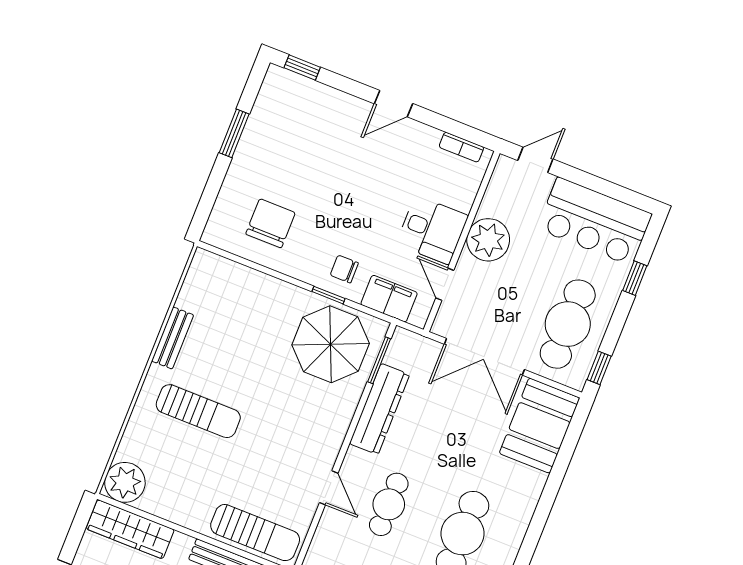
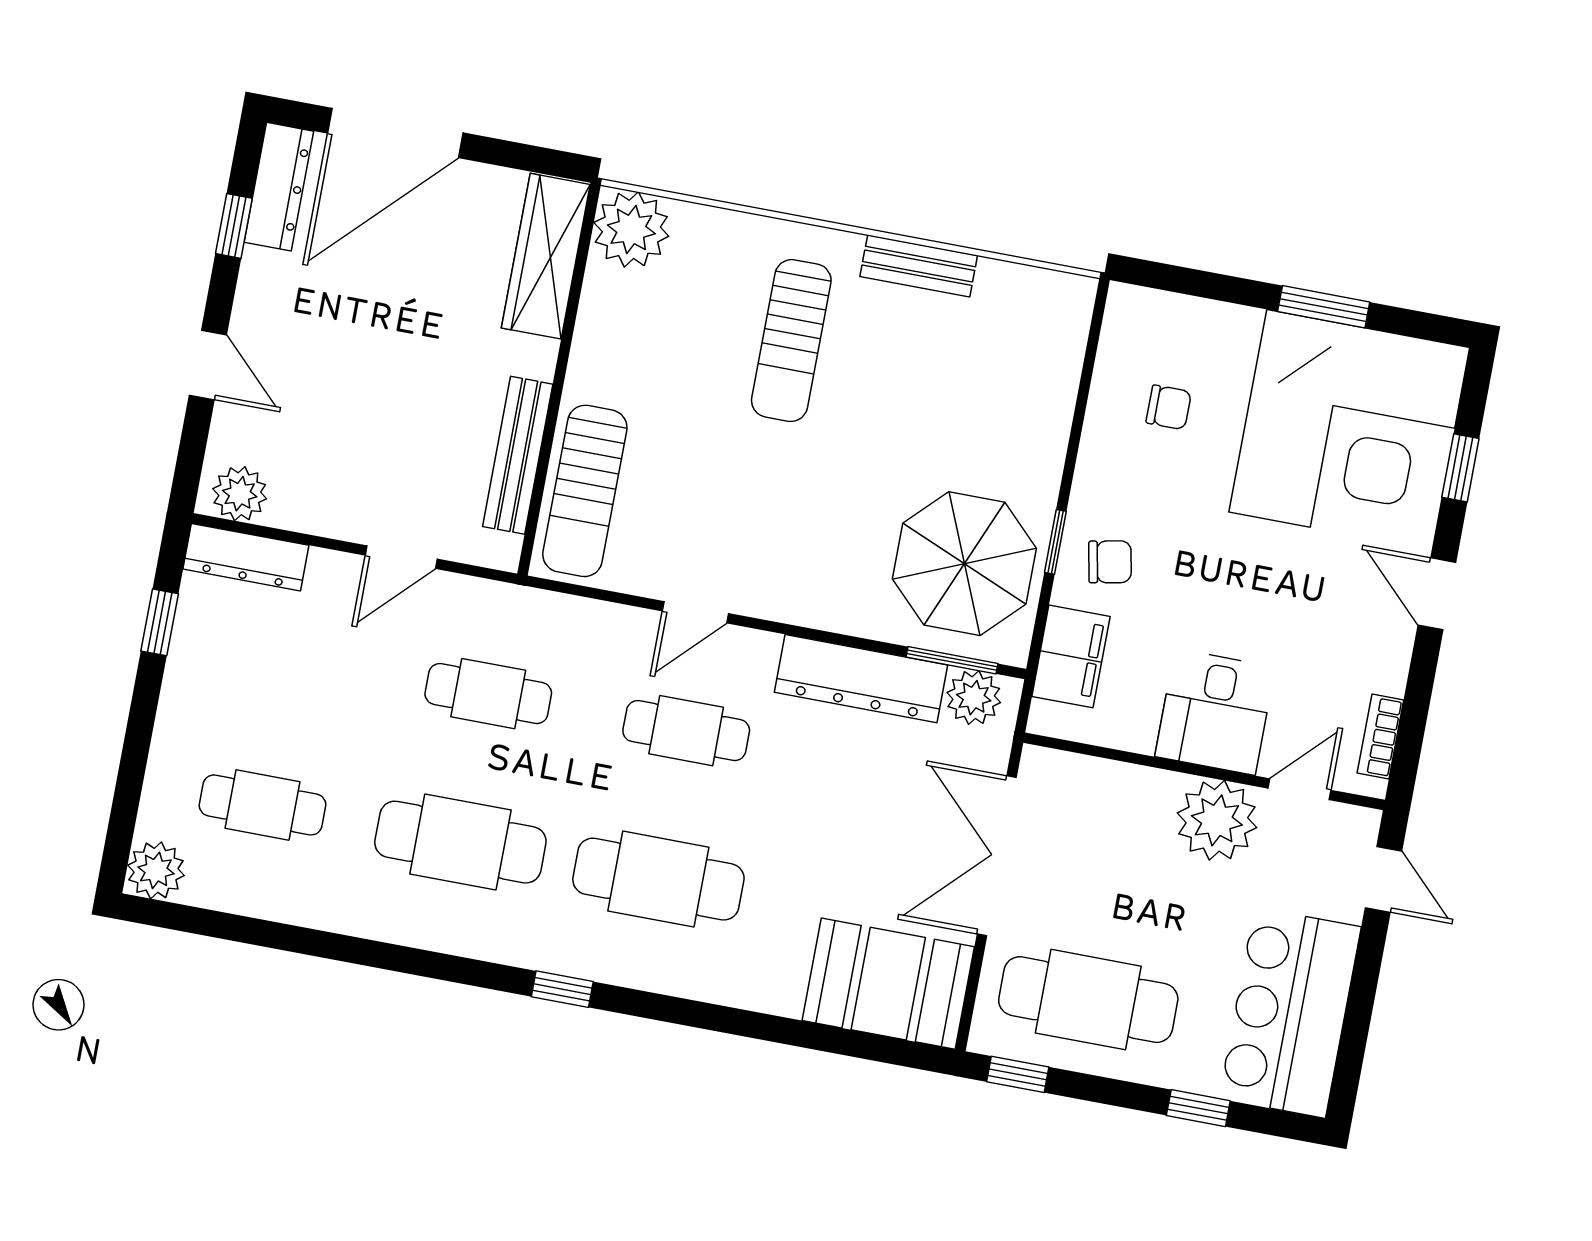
window: (302, 68) -> (1460, 468), moved
corner desk: (300, 132) -> (1349, 430), added
chair: (270, 223) -> (1169, 407), width x0.54, depth x0.54
chair: (344, 269) -> (1110, 562), turned 79
door: (445, 284) -> (1300, 789), moved
plant: (401, 353) -> (974, 698), added

